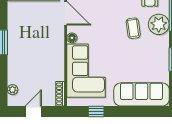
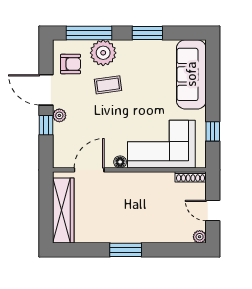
plant: (12, 90) -> (200, 237), moved

